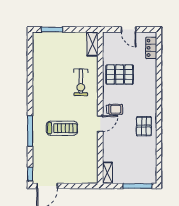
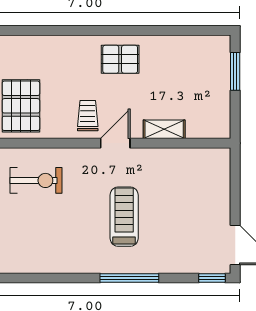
door: (100, 124) -> (115, 143), hinge flipped
shelving: (107, 173) -> (164, 129), moved
window: (138, 186) -> (235, 71), width x0.69

